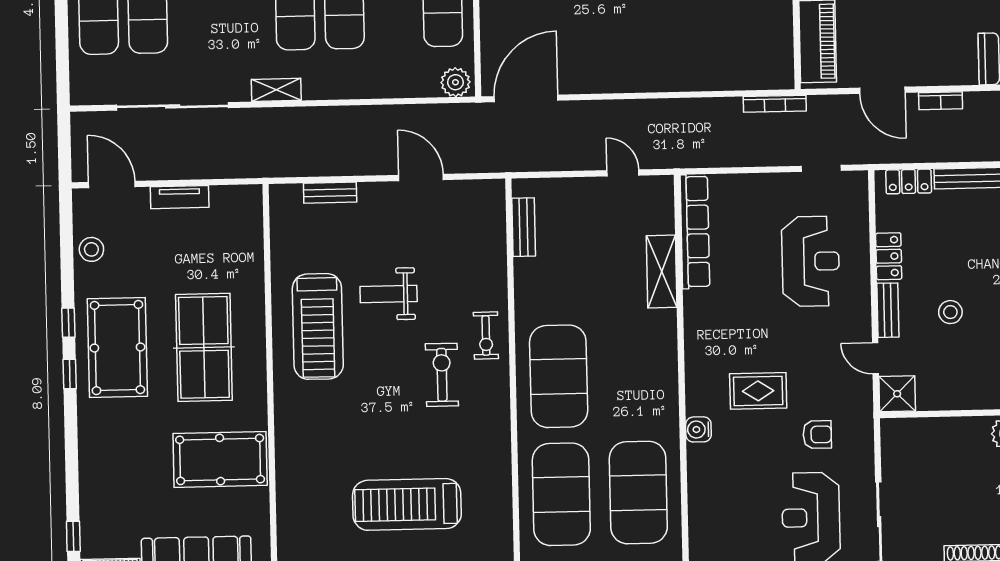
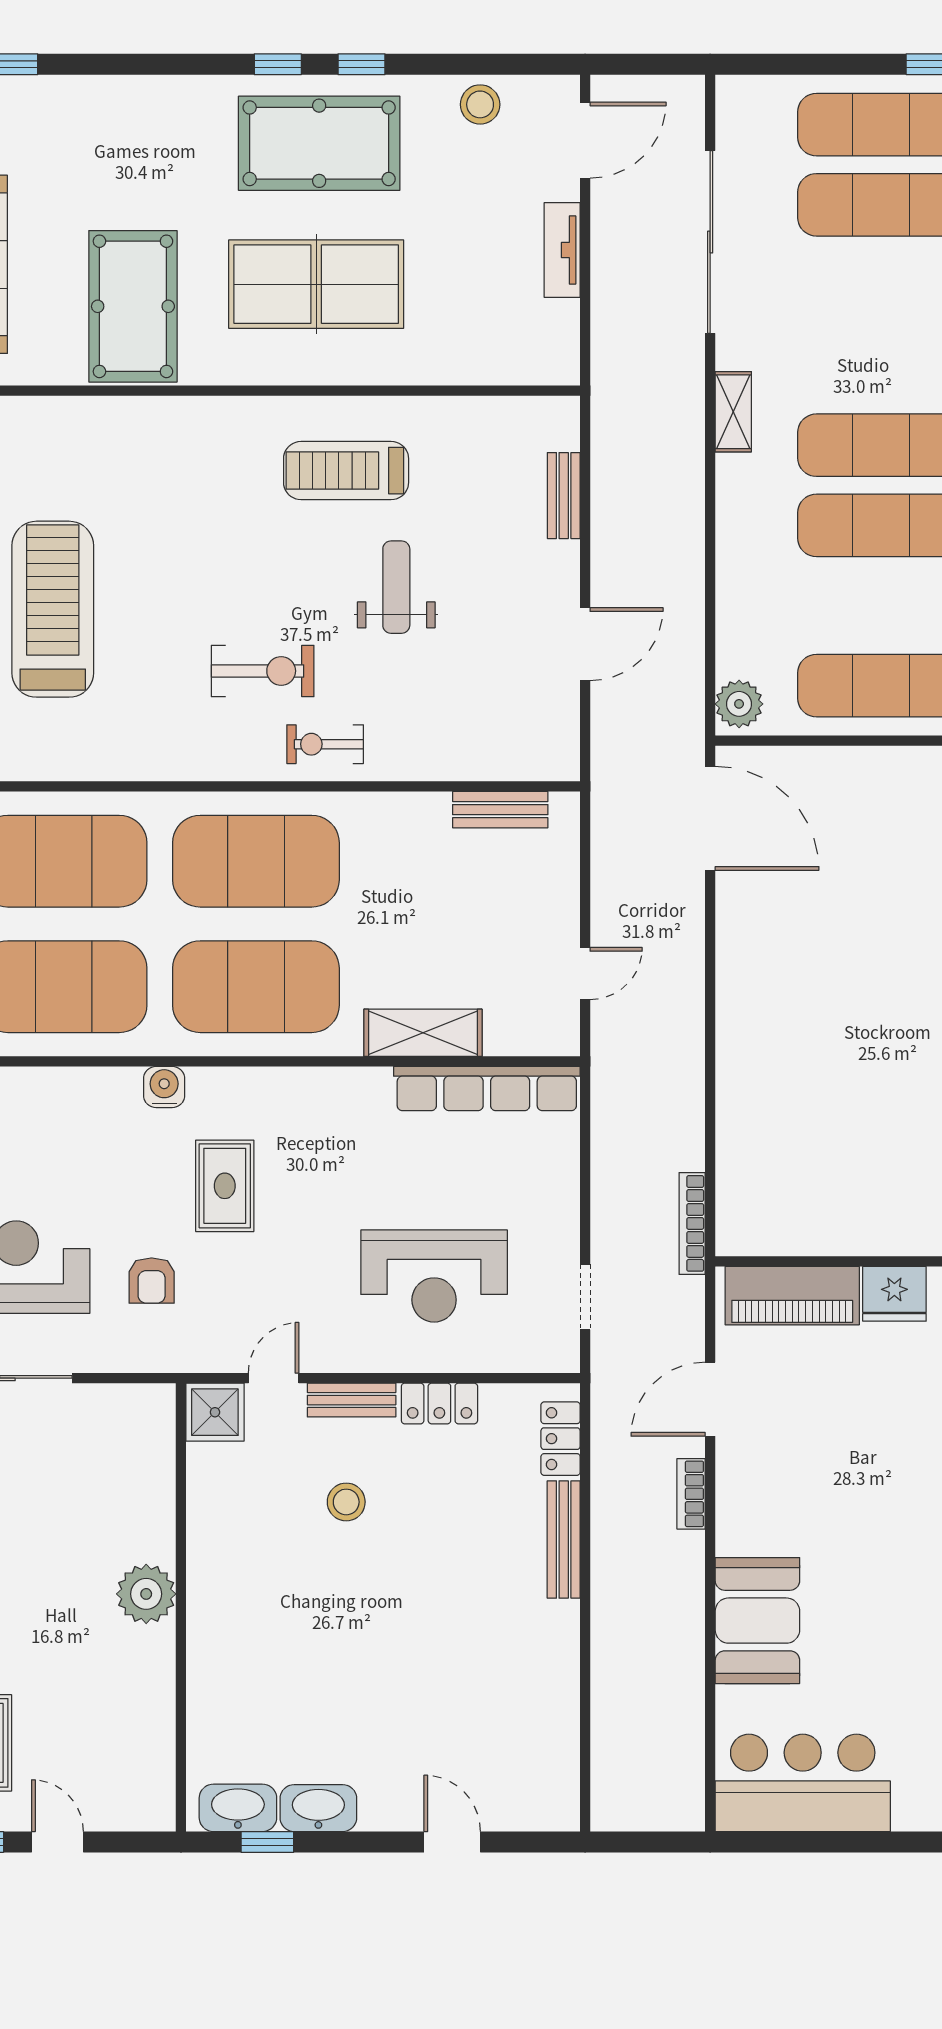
treadmill: (318, 326) -> (346, 471), width x0.73, depth x0.73
exercise mat: (636, 375) -> (256, 987), added

